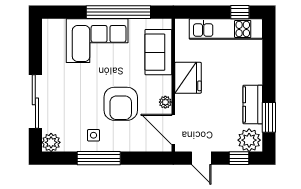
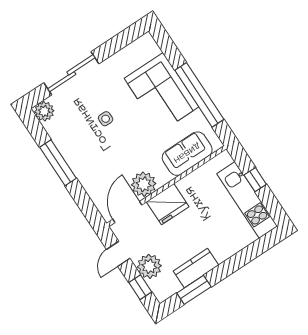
window: (240, 12) -> (255, 180), moved
fridge: (188, 78) -> (168, 204), moved
plant: (165, 102) -> (144, 184), width x1.87, depth x1.87
armchair: (121, 104) -> (119, 150), removed
side table: (94, 135) -> (106, 119), moved
plant: (249, 140) -> (149, 266), moved

